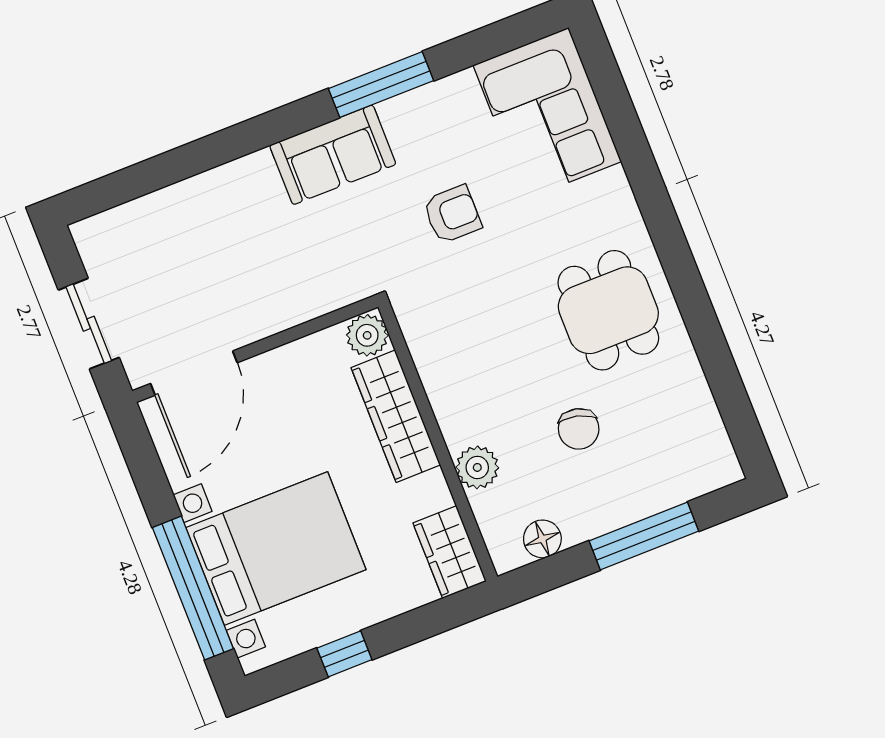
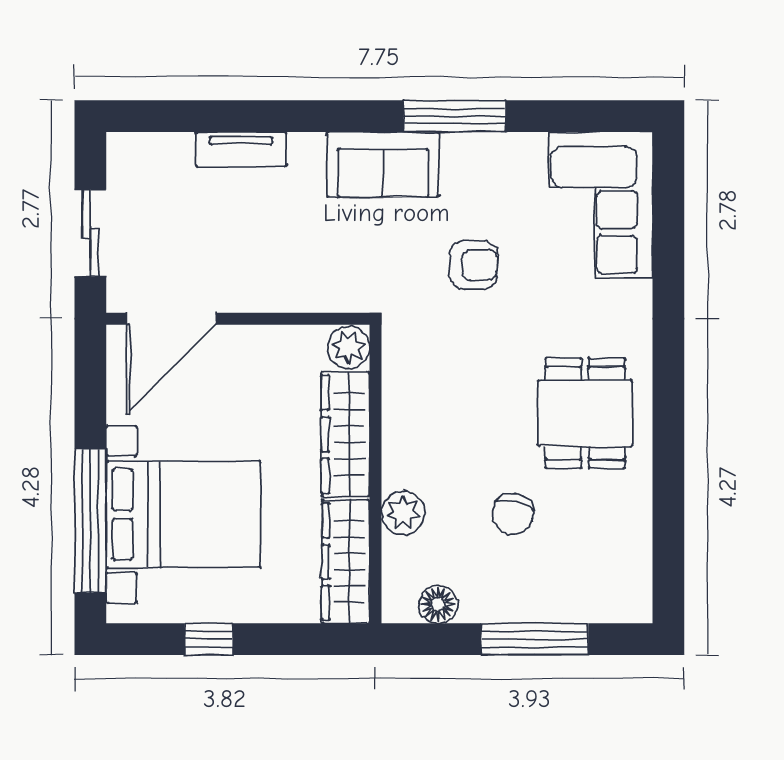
tv unit: (197, 192) -> (241, 149), added
wardrobe: (450, 552) -> (346, 562), width x1.50

